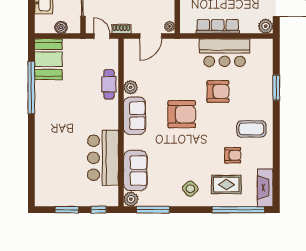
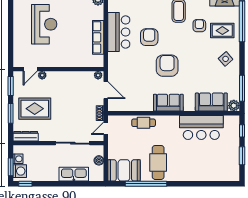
plant: (131, 87) -> (146, 106), removed
cafe table: (58, 103) -> (158, 162), added
rug: (226, 185) -> (222, 31), turned 90

